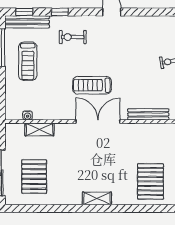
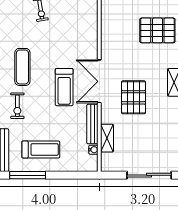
exercise mat: (113, 42) -> (22, 67), added
bench: (148, 114) -> (92, 124), moved
pallet: (34, 176) -> (134, 97), moved, turned 90

